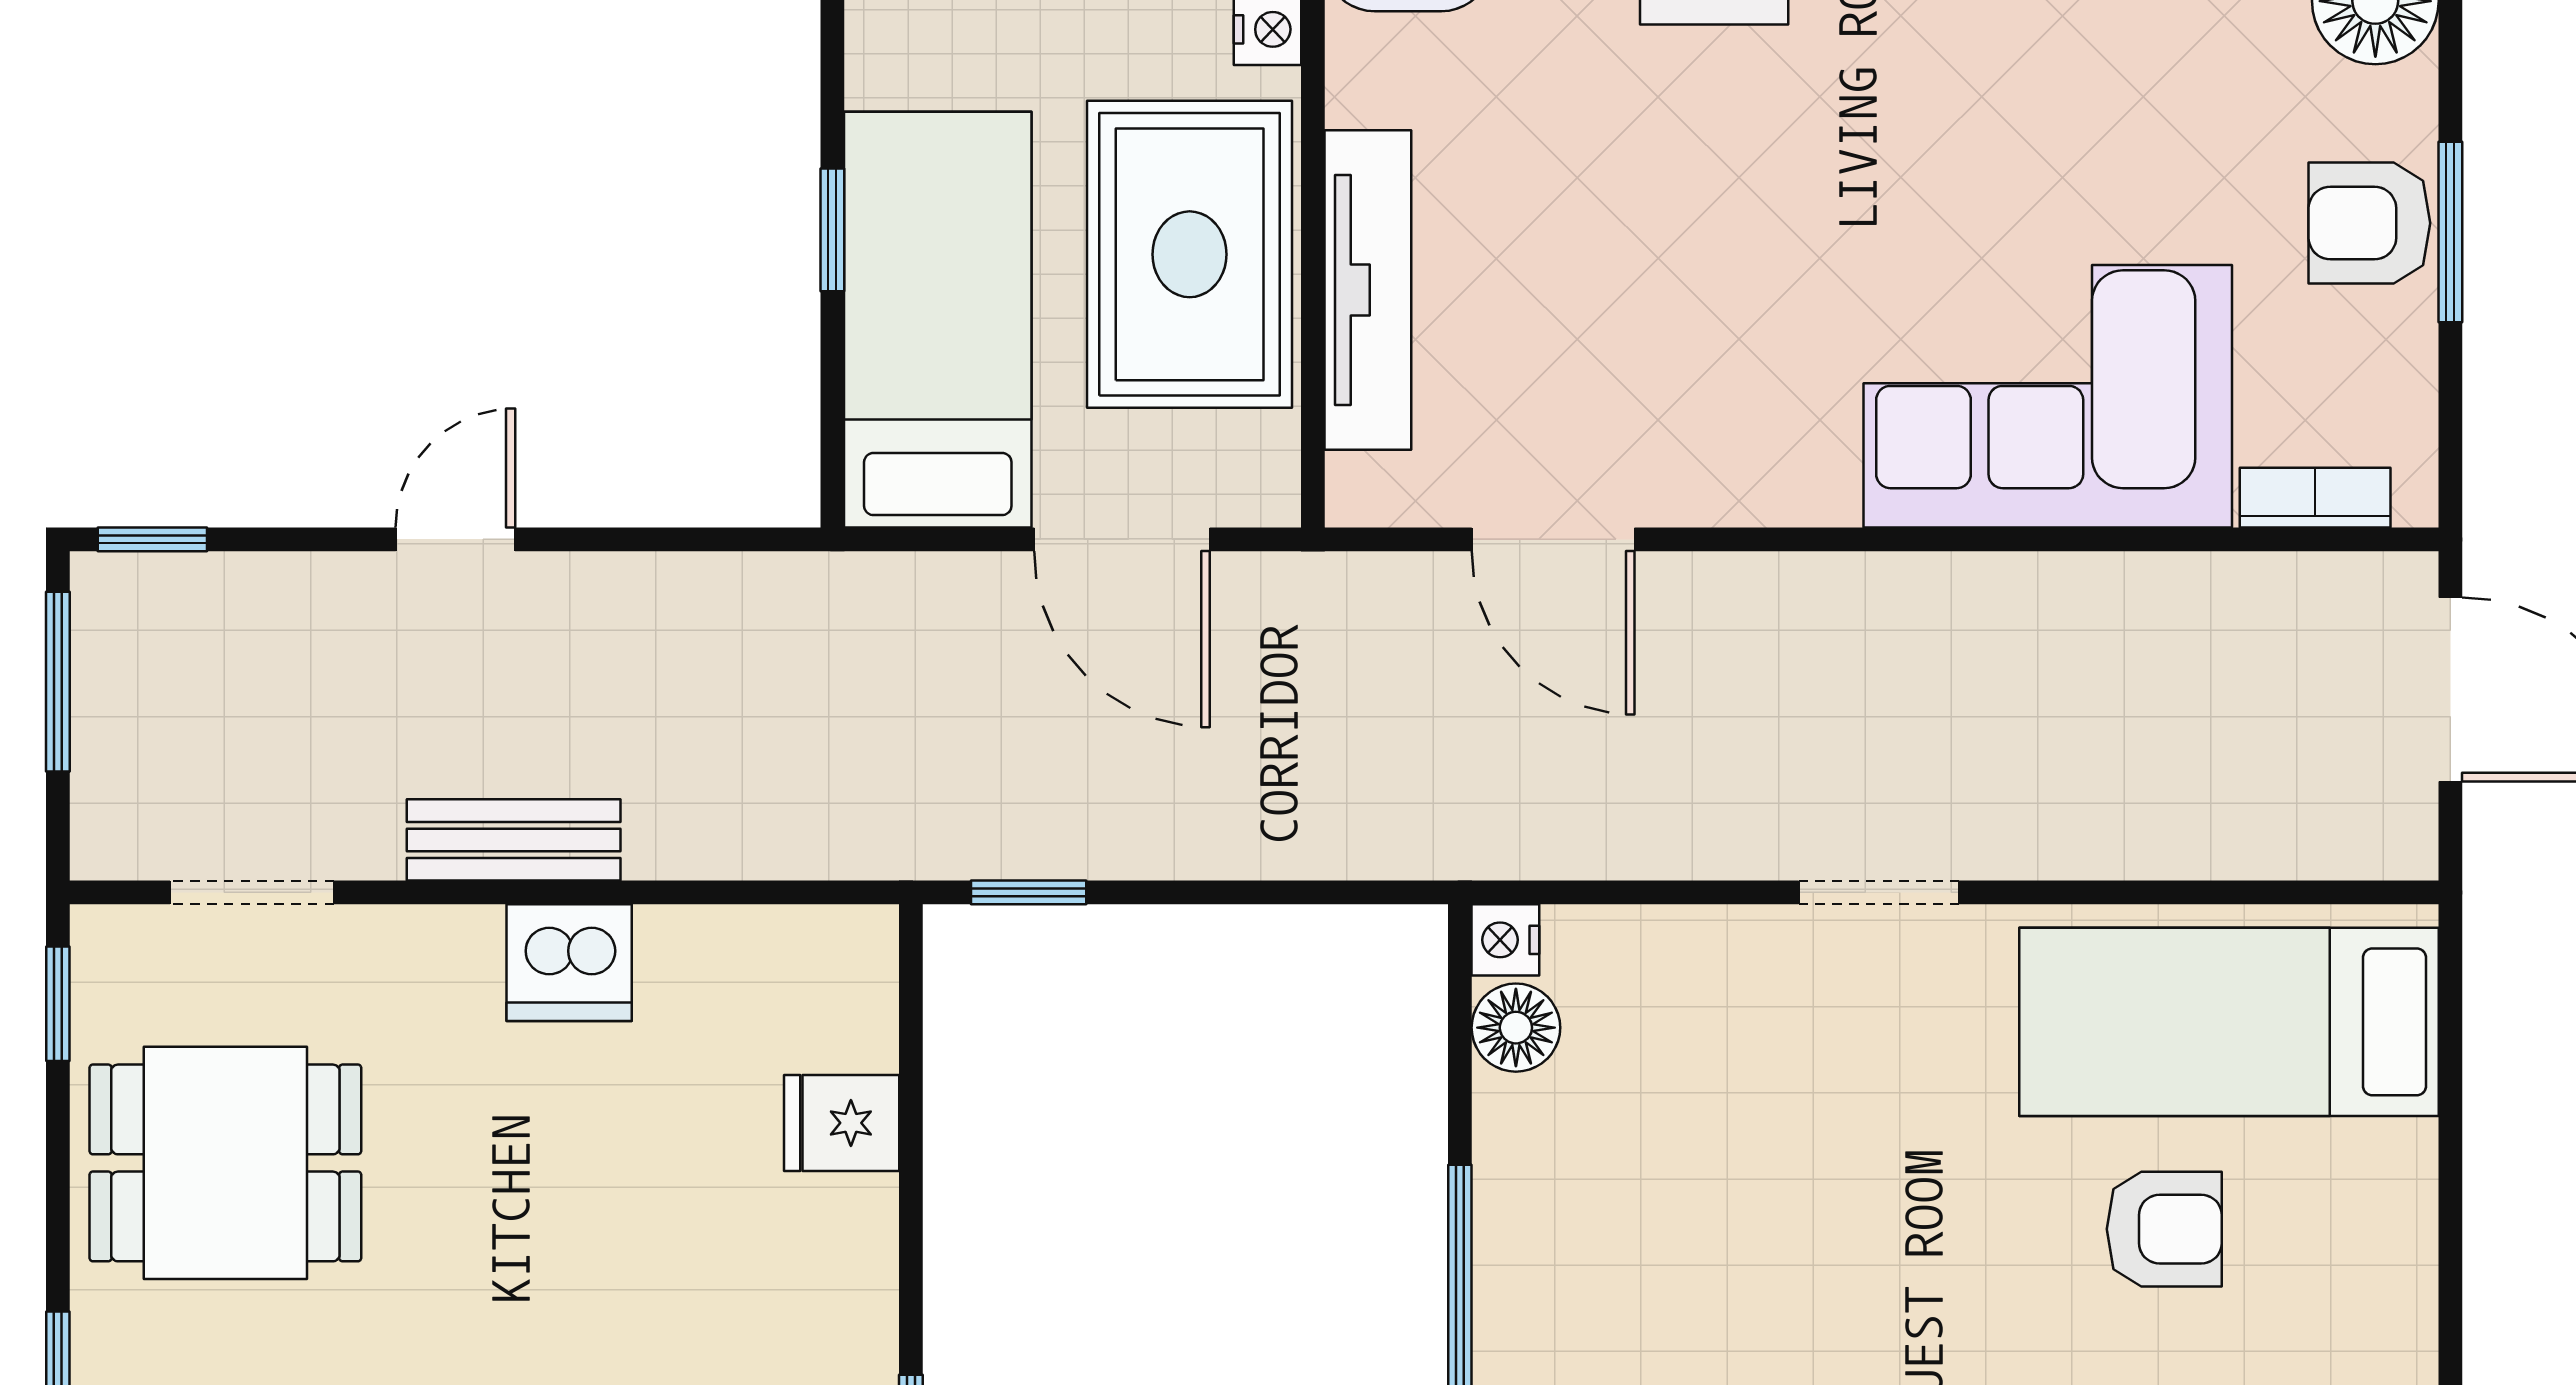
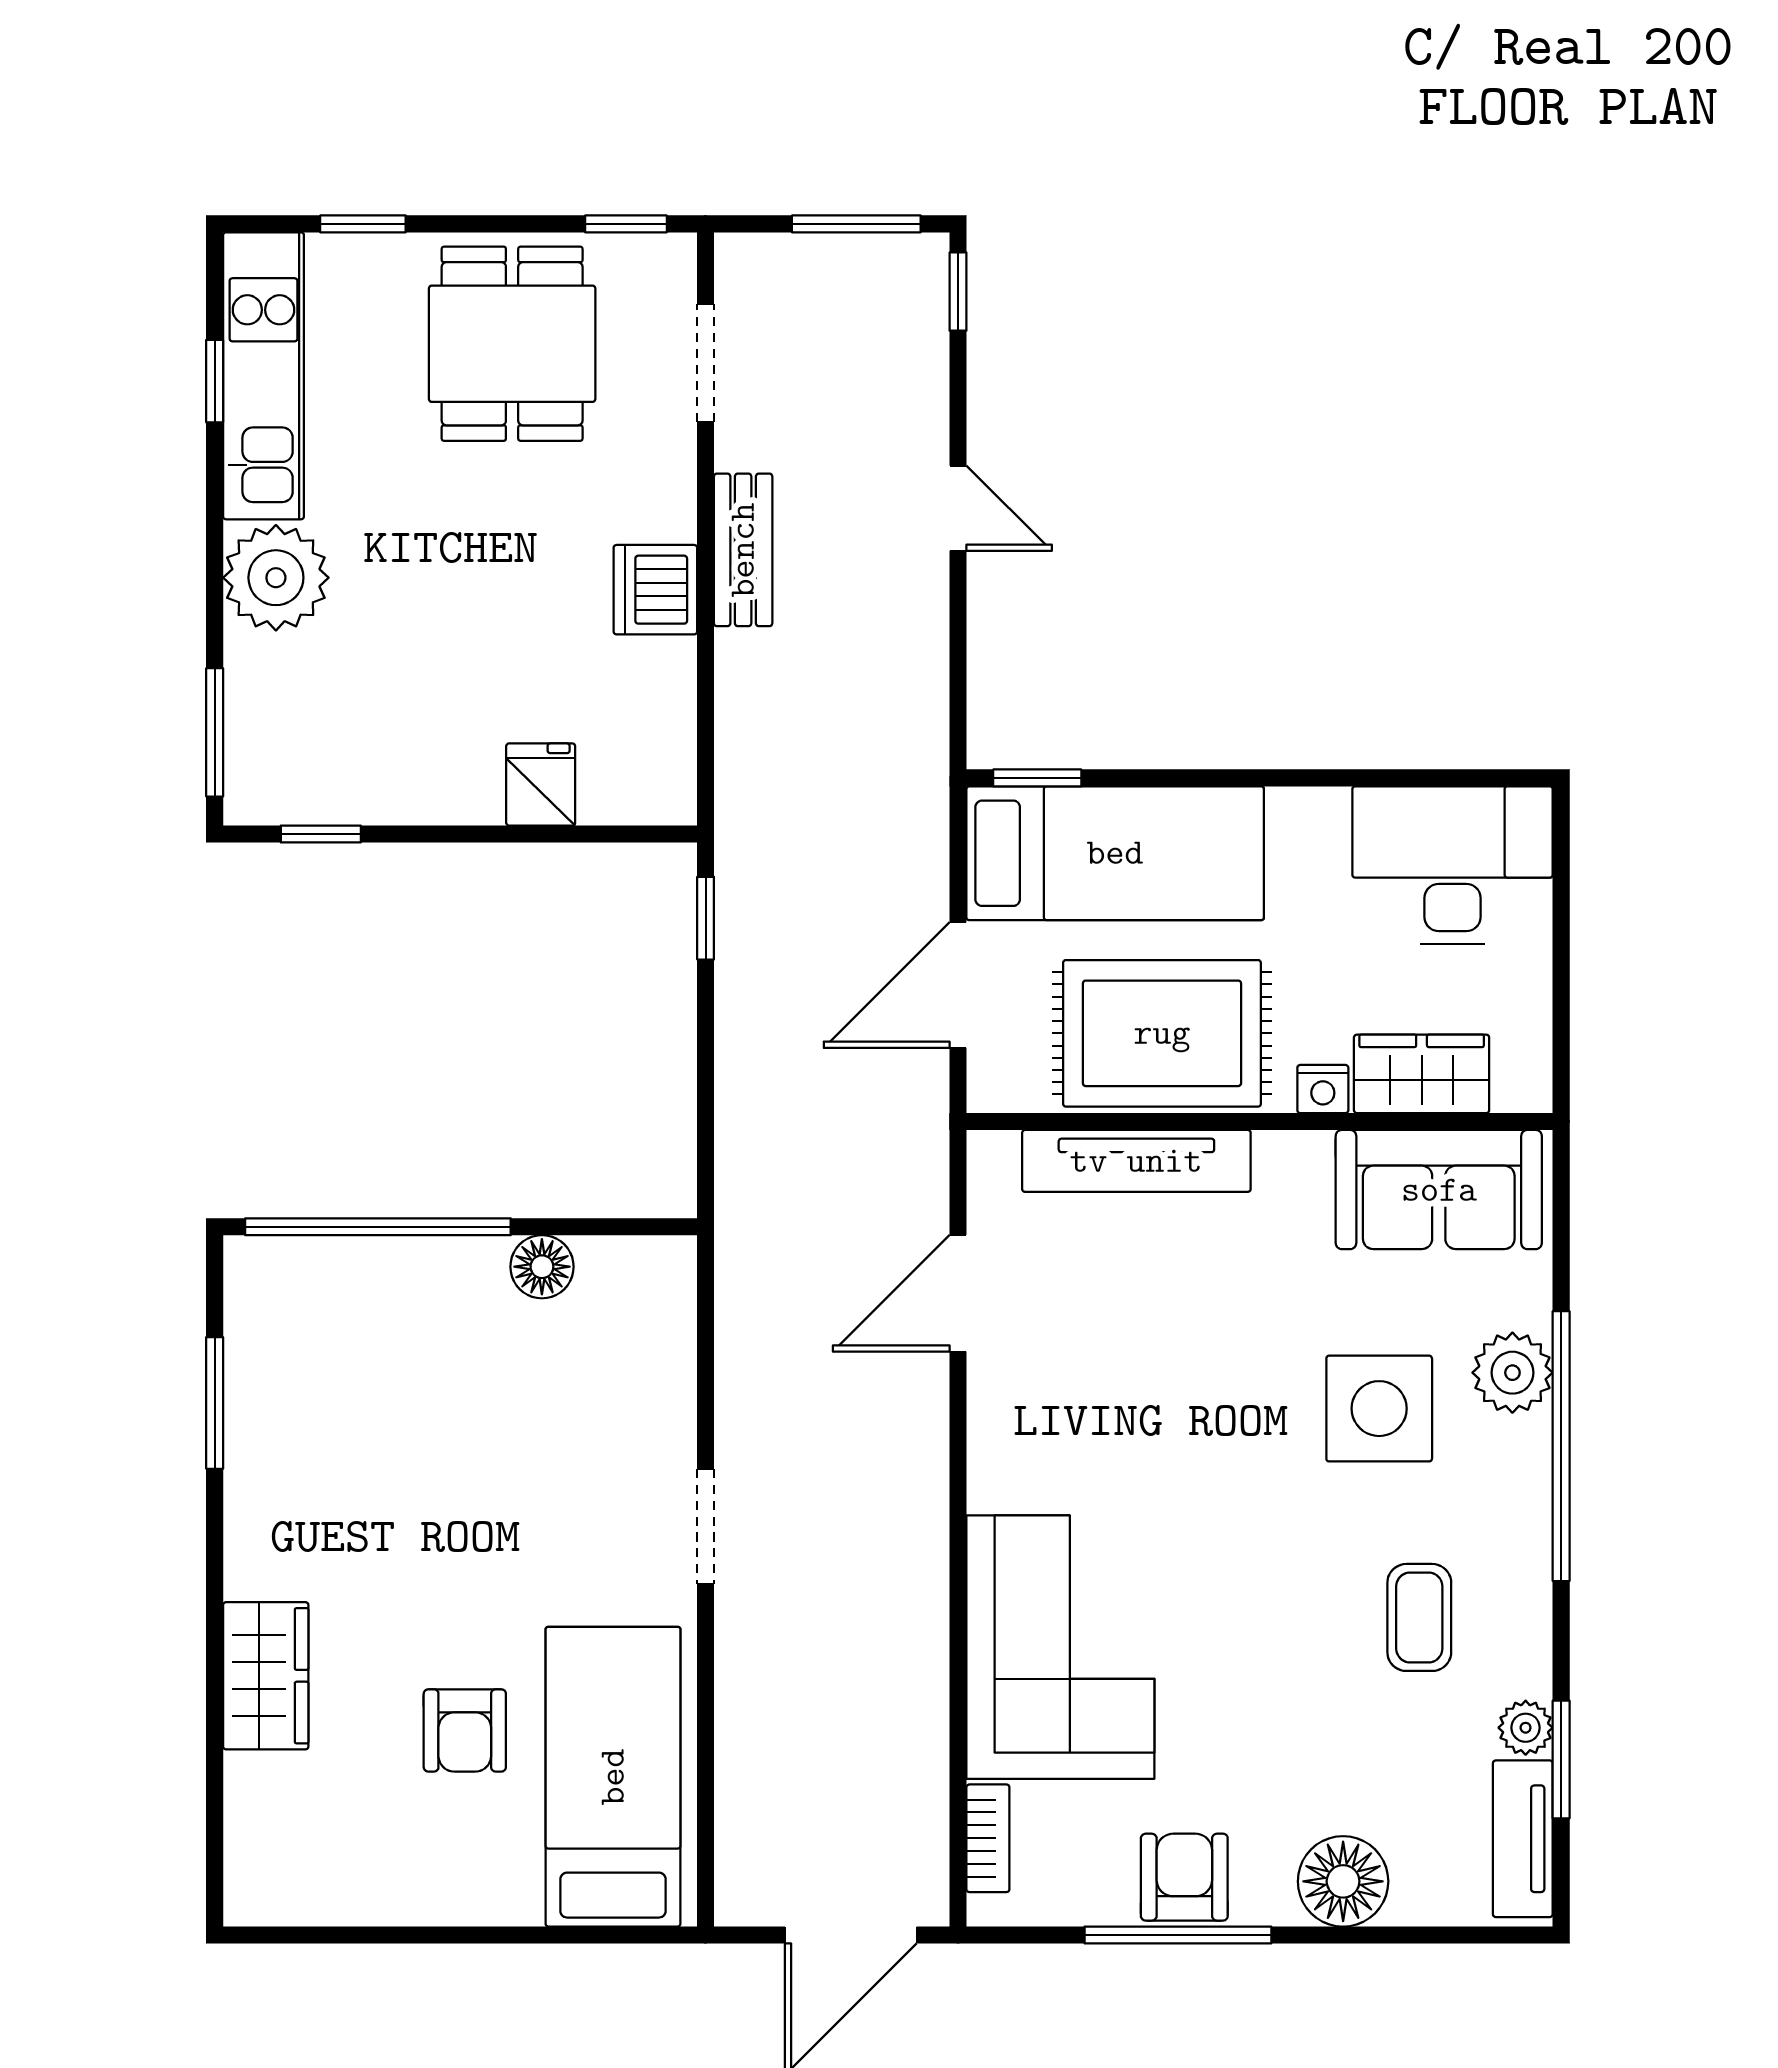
window: (832, 230) -> (1037, 778), moved
window: (2450, 232) -> (1178, 1935), width x1.44
nightstand: (1505, 940) -> (672, 1259), removed
floor lamp: (1516, 1028) -> (542, 1267), moved

